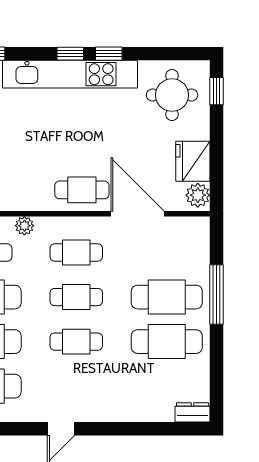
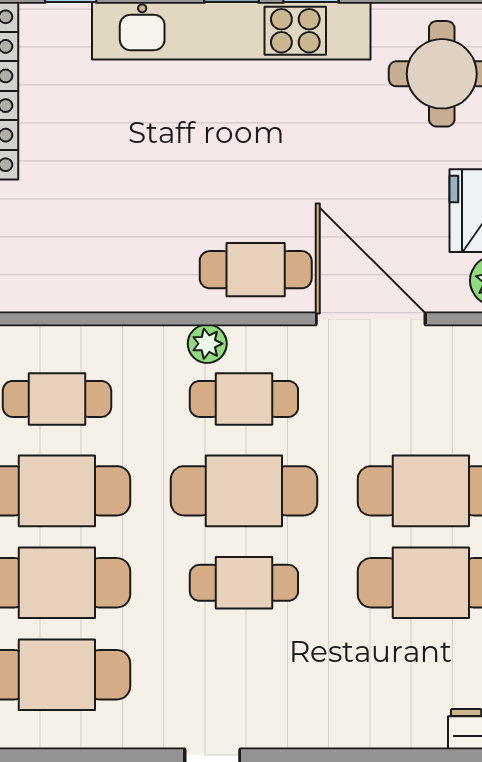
plant: (24, 226) -> (207, 344), moved
cafe table: (76, 297) -> (244, 491), width x1.37, depth x1.35

